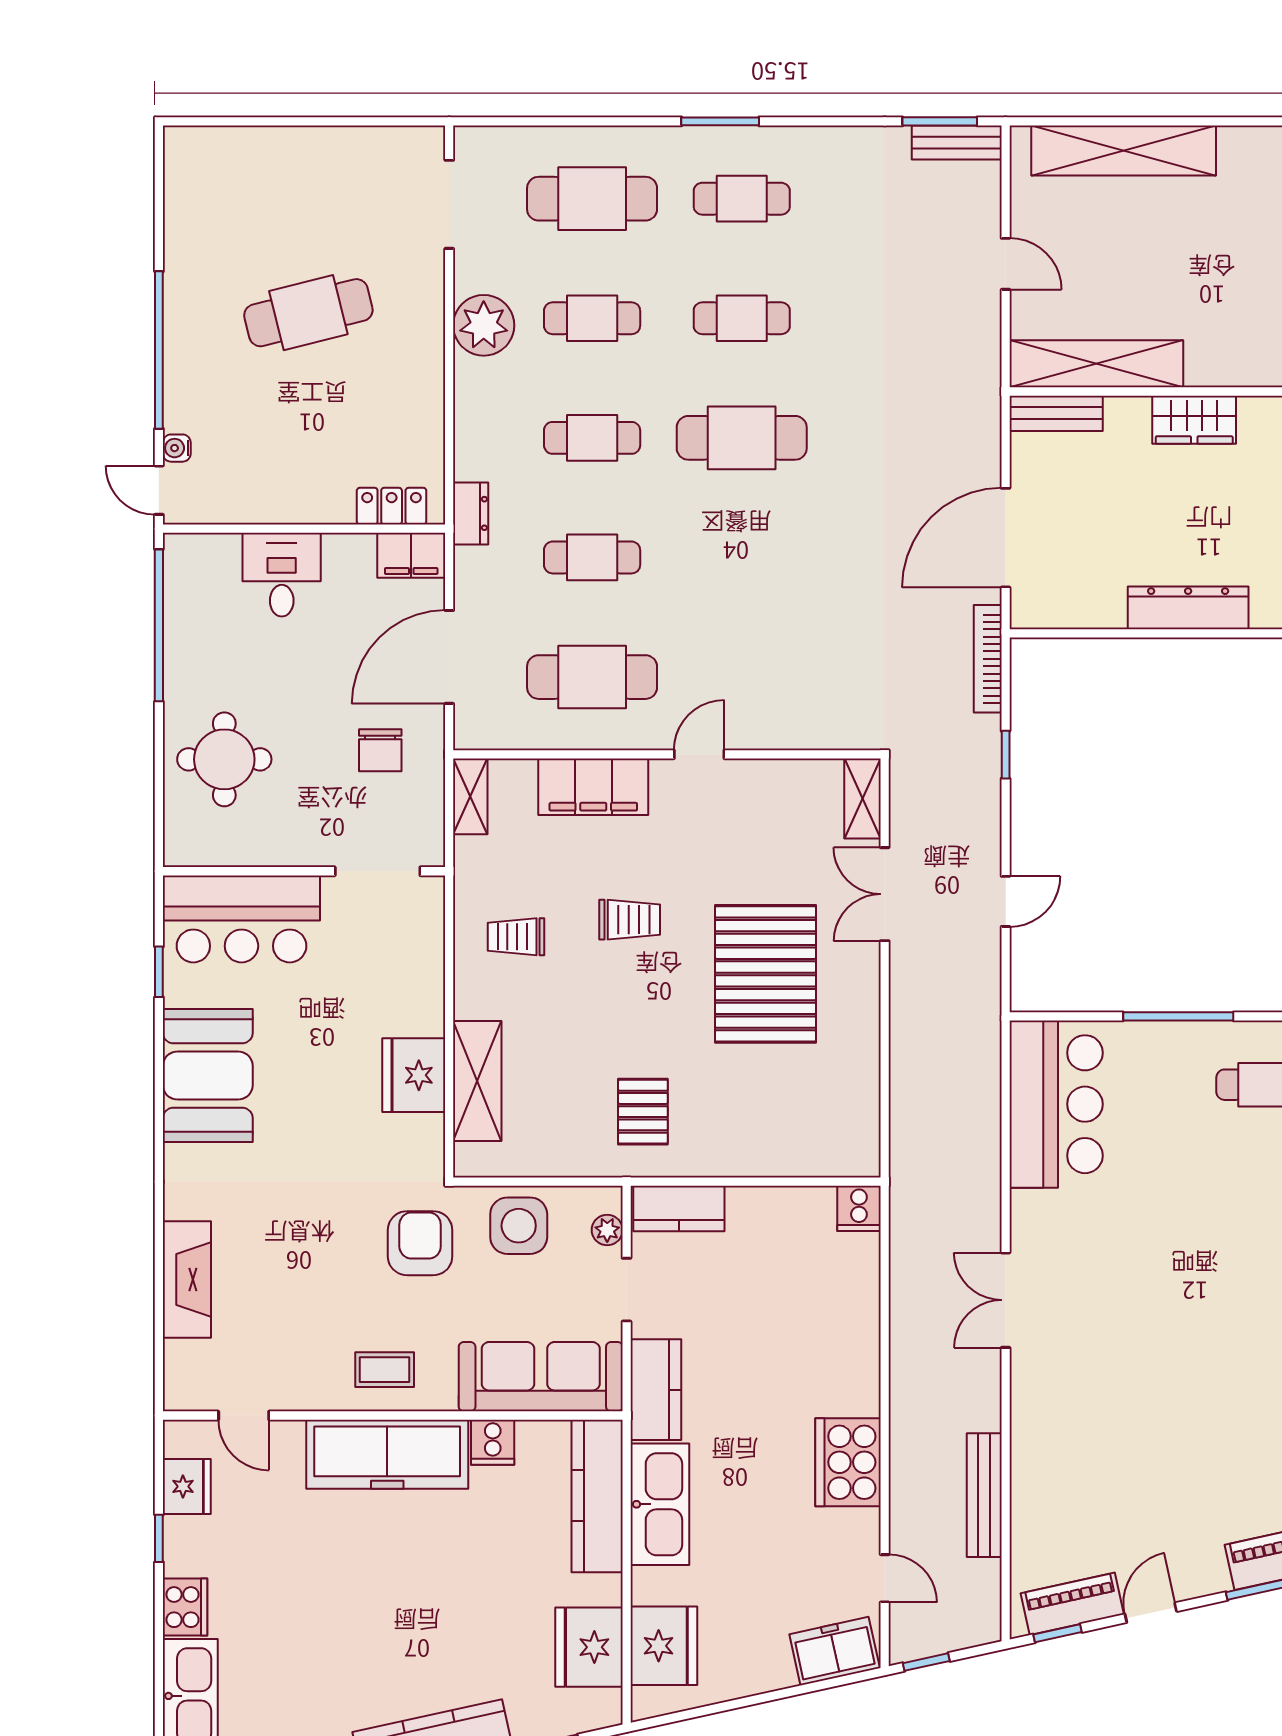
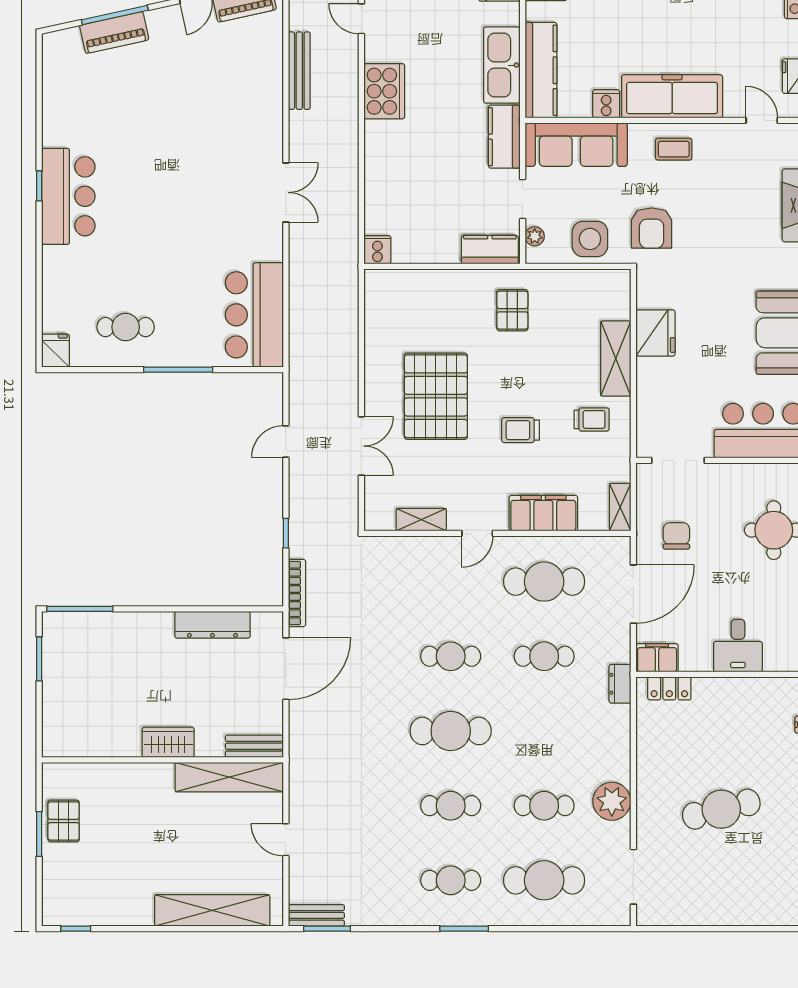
cafe table: (592, 438) -> (451, 656), moved
dresser: (1188, 608) -> (212, 625), moved
shelving: (863, 798) -> (421, 520), moved, turned 90
shelving: (477, 1081) -> (616, 359), moved

